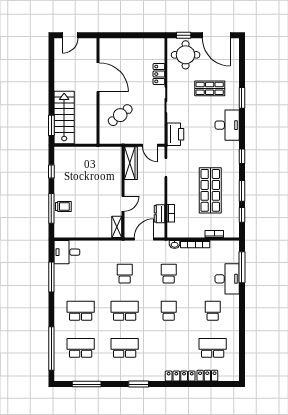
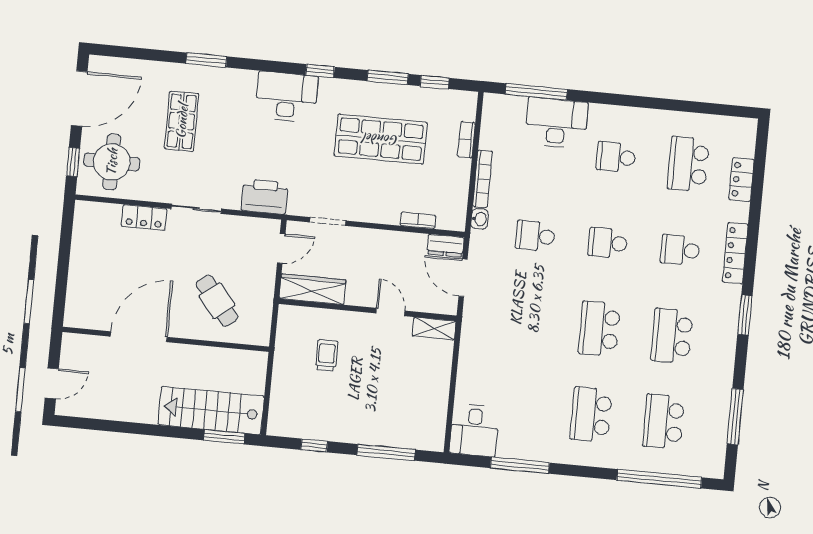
door: (70, 35) -> (52, 383), hinge flipped
desk: (227, 125) -> (286, 97), moved
trolley: (63, 207) -> (327, 355), moved
dresser: (159, 214) -> (446, 246), moved
school desk: (125, 274) -> (680, 250), moved
locker: (180, 376) -> (735, 253), moved

